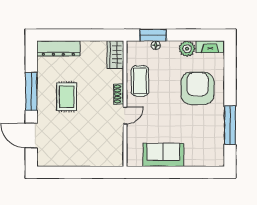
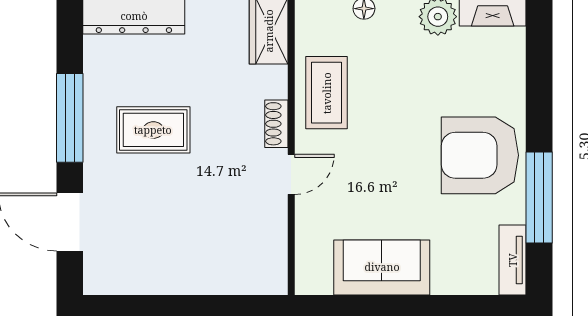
armchair: (198, 88) -> (480, 155), moved, turned -90
rug: (67, 97) -> (153, 130), turned 90
tv unit: (219, 152) -> (513, 260), added

